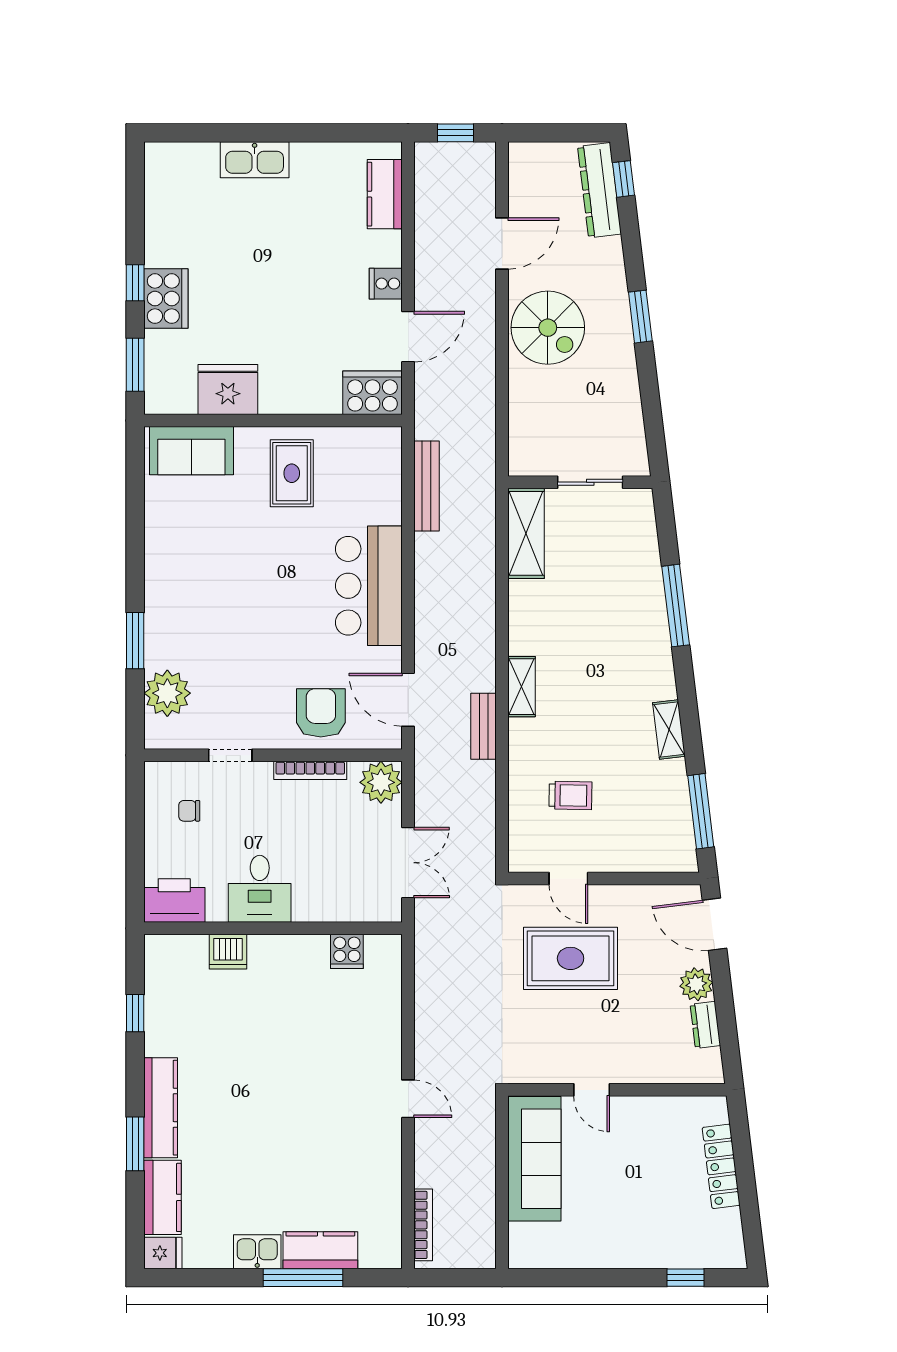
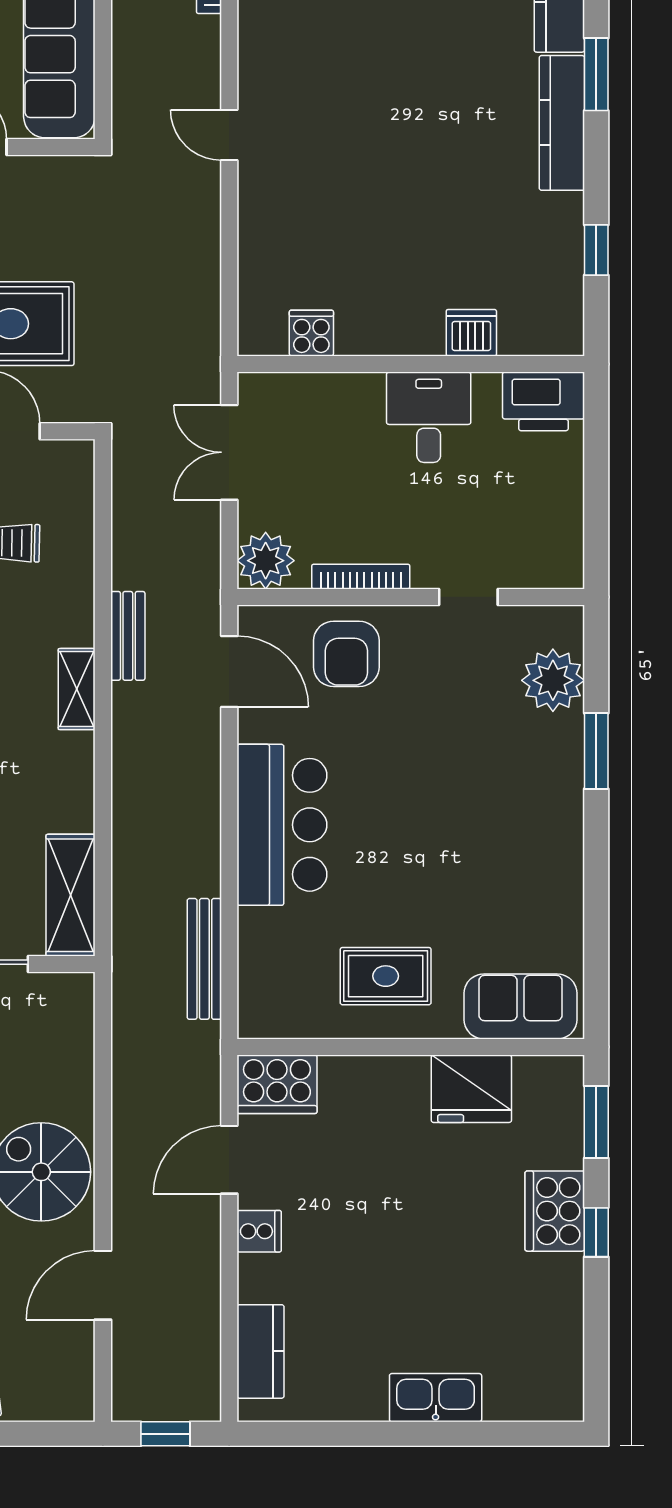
rug: (292, 473) -> (386, 976), turned 90
chair: (189, 811) -> (523, 522), removed

